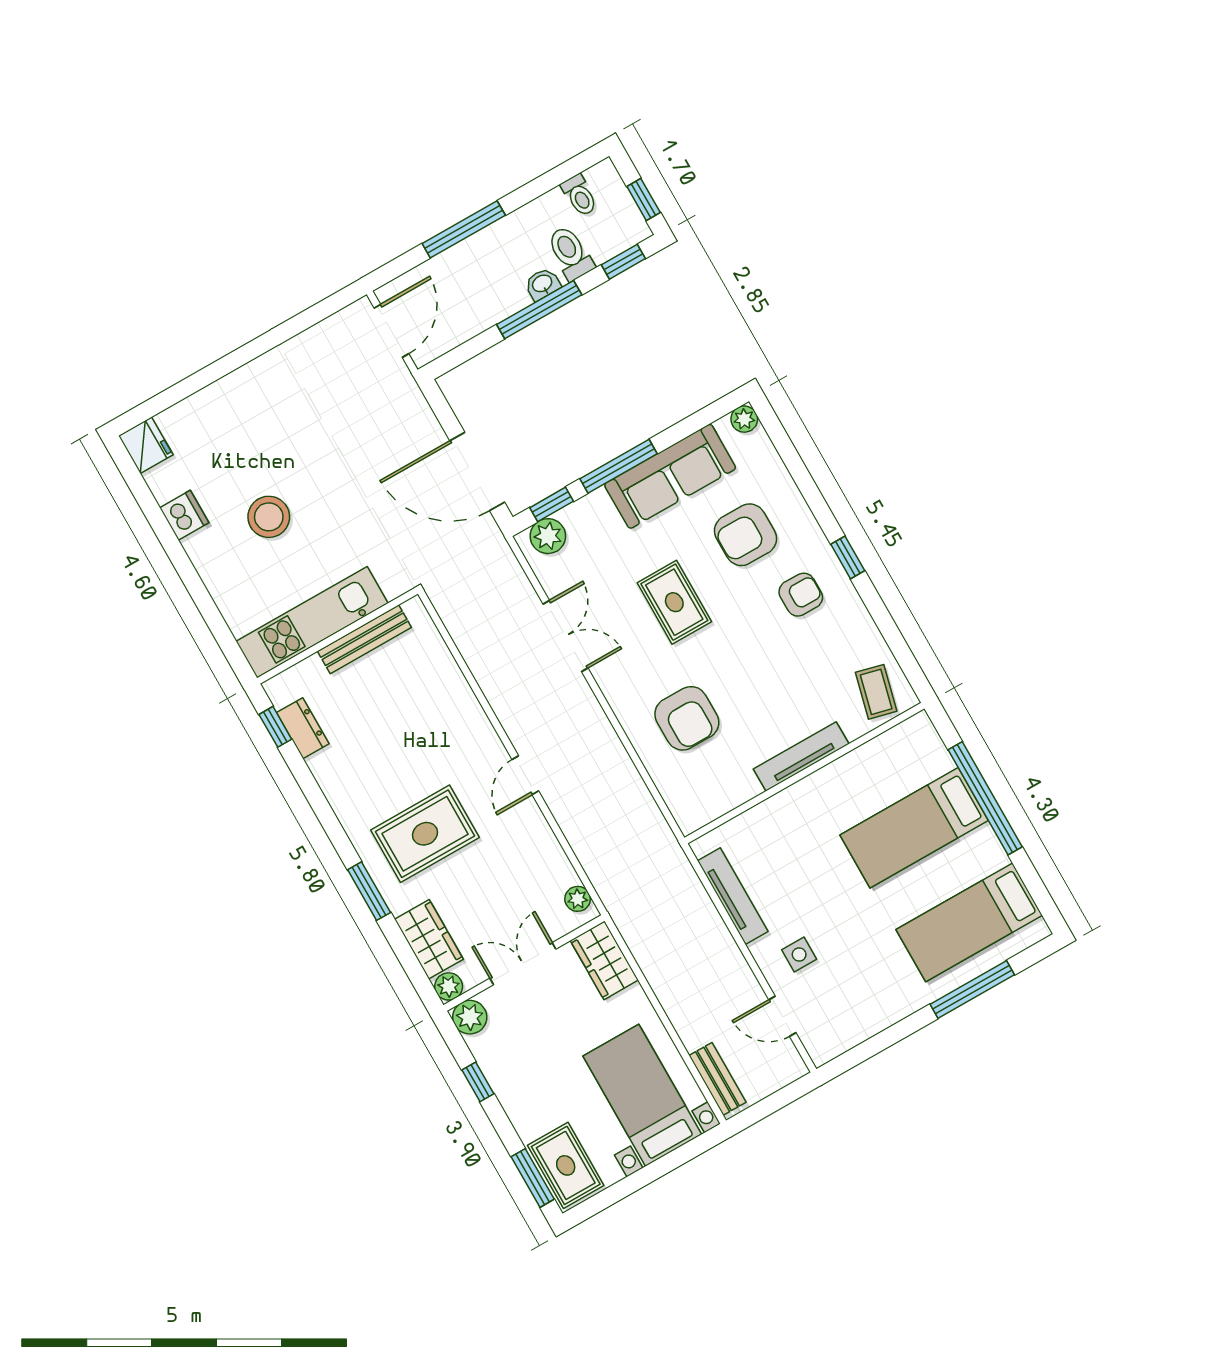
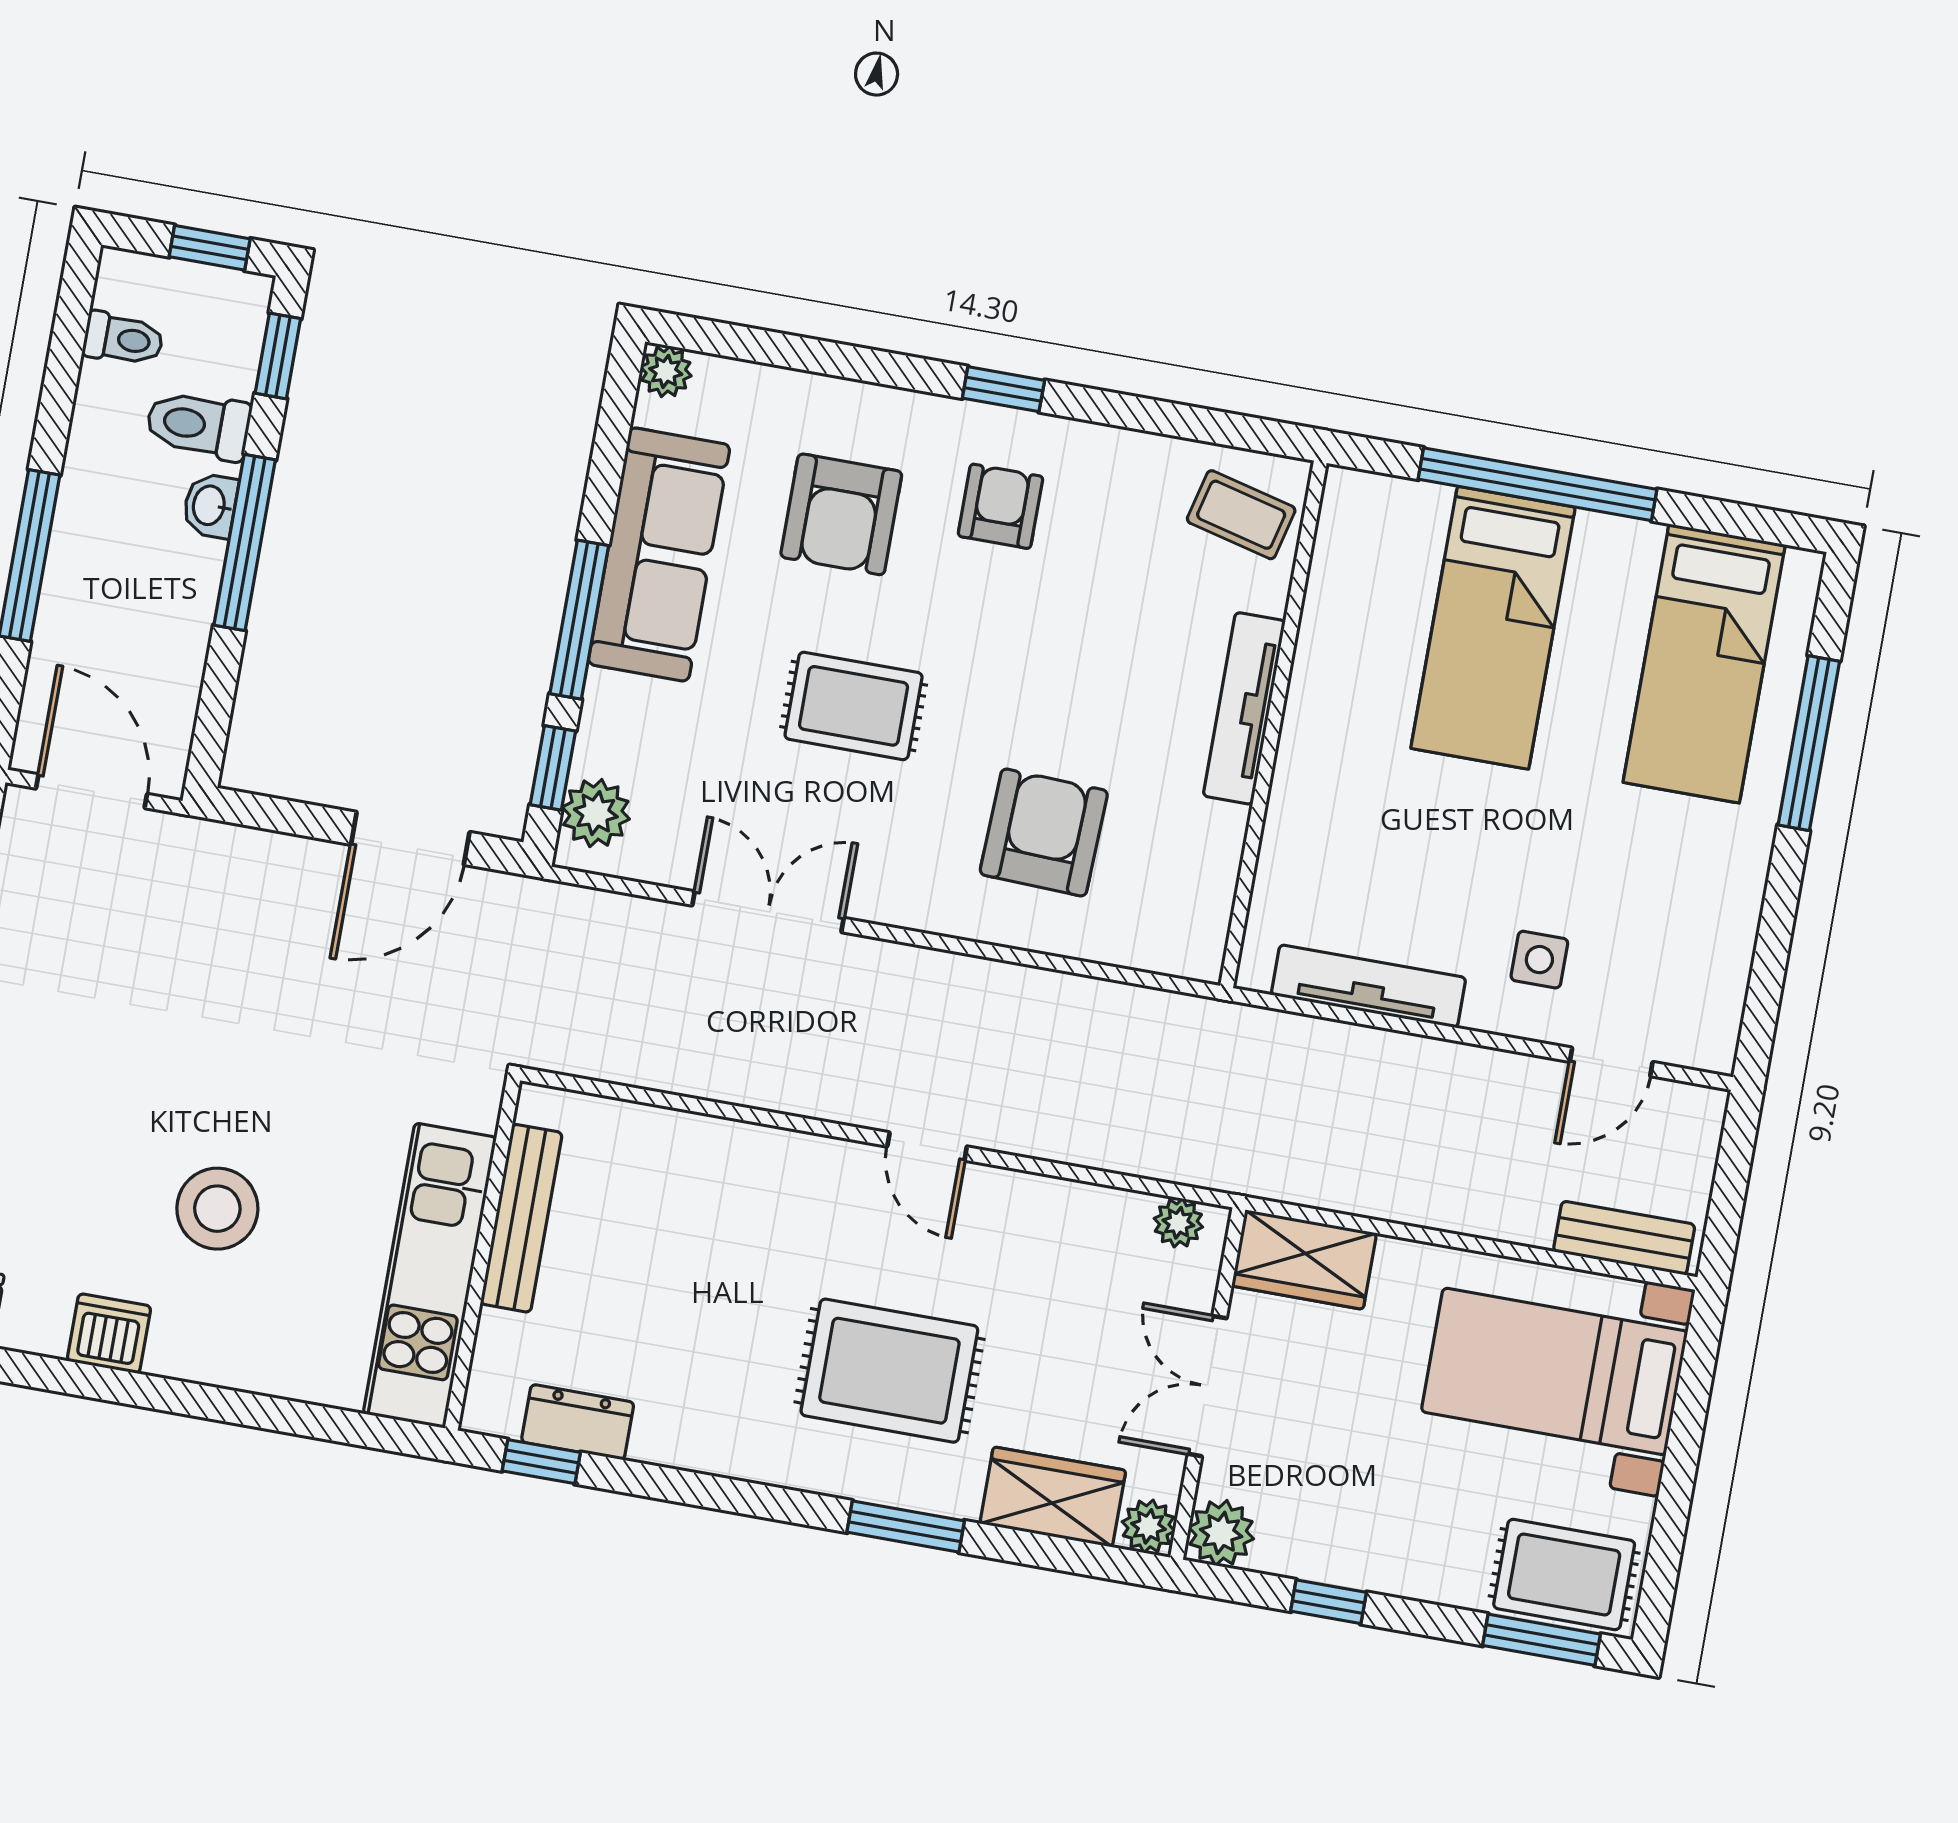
door: (477, 471) -> (410, 838), width x0.73
armchair: (687, 718) -> (1044, 832), turned -88
rug: (425, 834) -> (889, 1371), turned 90

